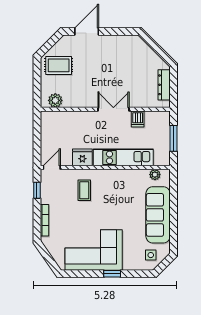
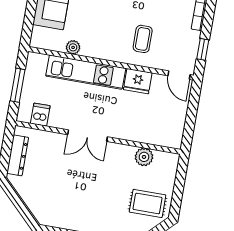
plant: (55, 100) -> (144, 157), moved
dishwasher: (138, 119) -> (40, 115), moved
door: (52, 167) -> (179, 75), hinge flipped
plant: (155, 175) -> (73, 47), moved

